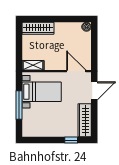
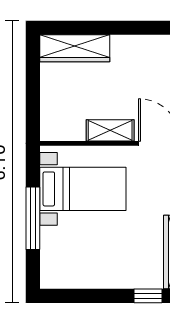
shelving: (33, 65) -> (110, 130), moved

